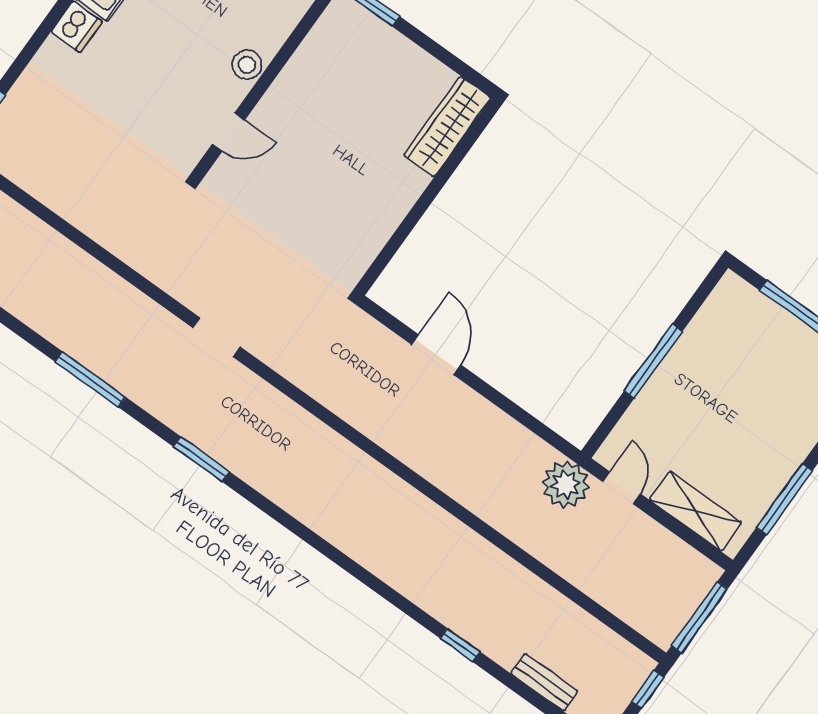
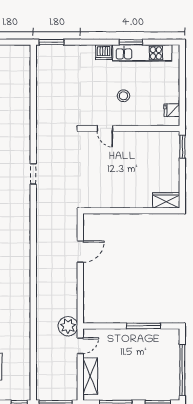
stool: (247, 65) -> (123, 96), moved
wardrobe: (447, 126) -> (166, 200), width x0.67
window: (653, 361) -> (143, 326), moved

